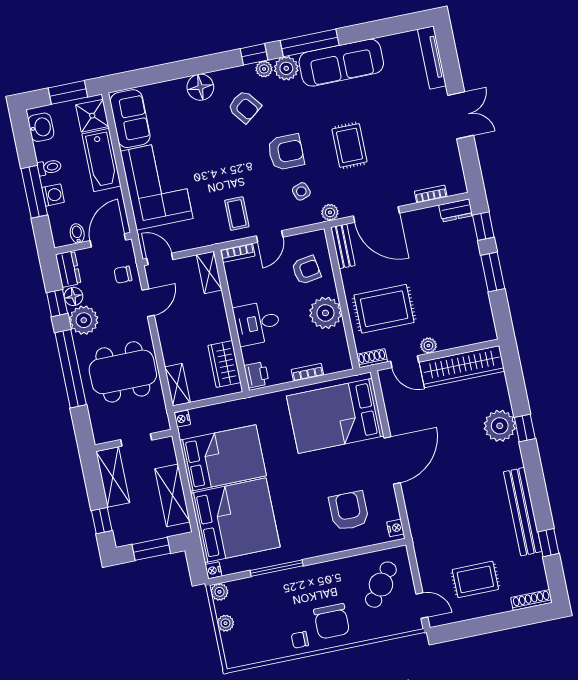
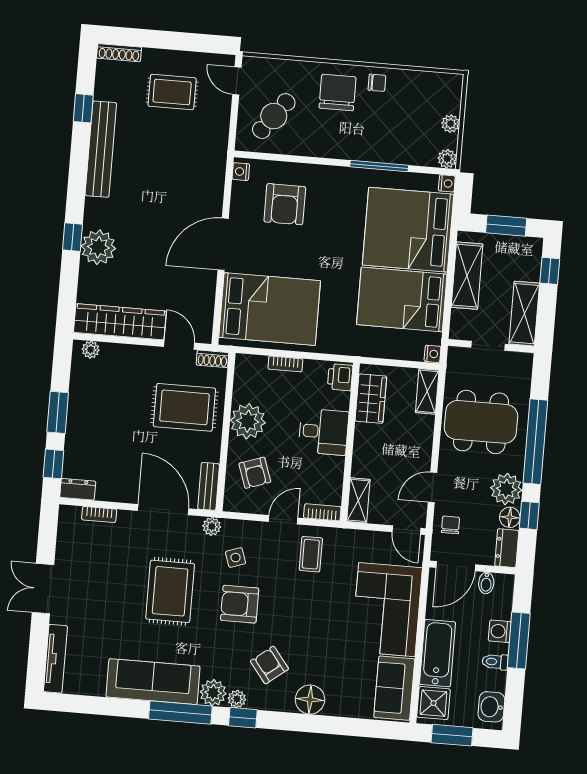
rug: (350, 145) -> (170, 591), width x1.36, depth x1.43
armchair: (306, 270) -> (255, 473), turned -100
chair: (123, 275) -> (451, 525), turned -90
plant: (428, 346) -> (91, 350), moved

